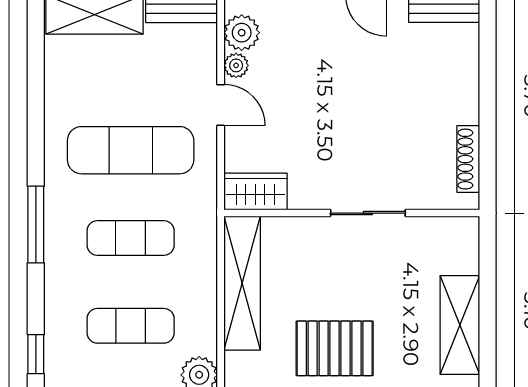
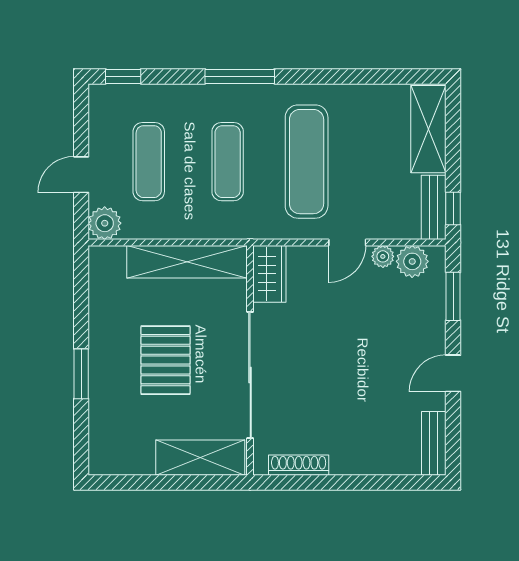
sliding door: (368, 213) -> (250, 375), width x1.86
shelving: (460, 325) -> (200, 458), moved
pallet: (335, 348) -> (166, 360), moved

